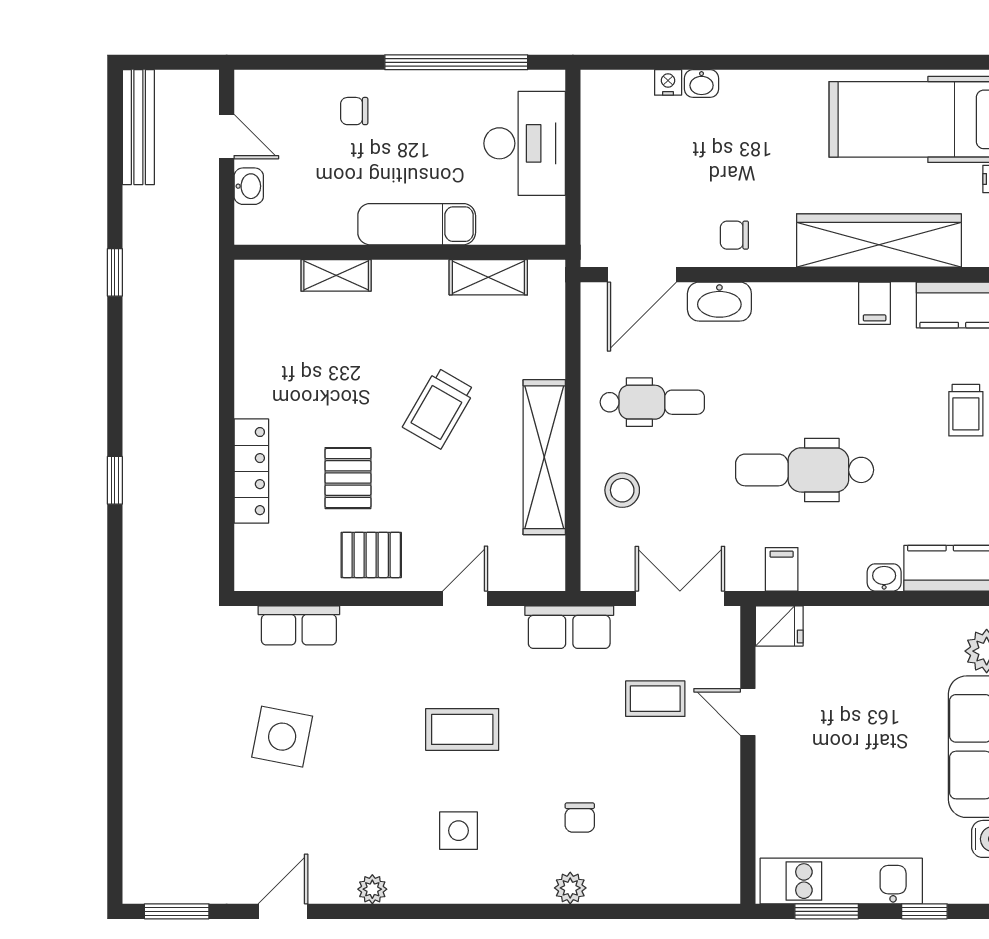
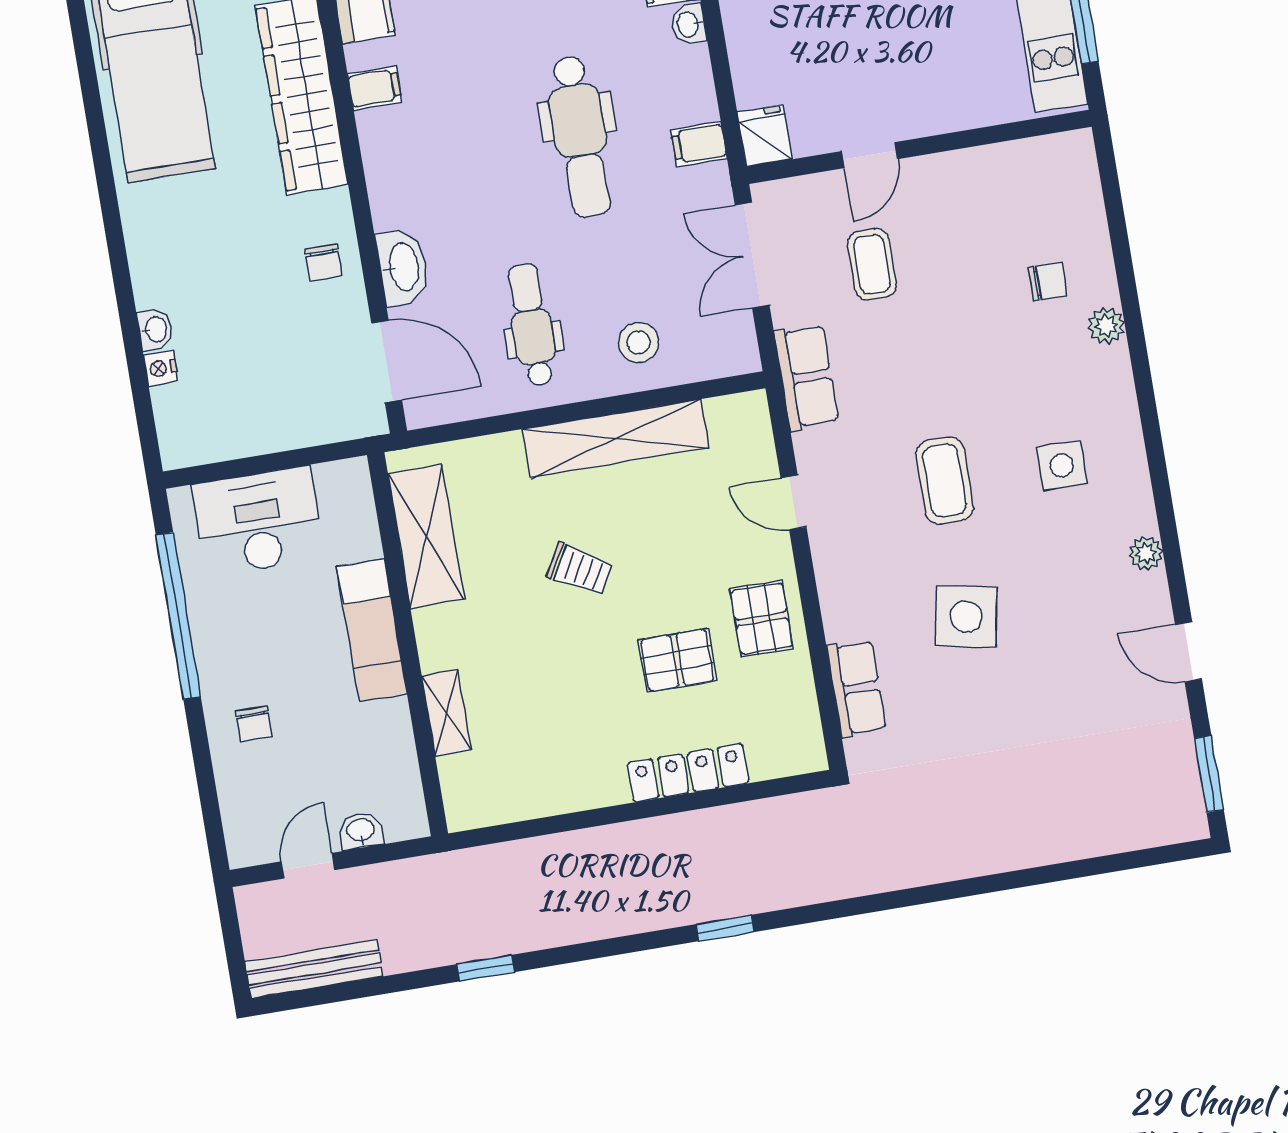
shelving: (488, 277) -> (426, 536), width x1.50, depth x1.33
trolley: (439, 408) -> (580, 569), width x0.73, depth x0.72
side table: (282, 737) -> (966, 617), moved
chair: (580, 817) -> (1047, 282), moved

